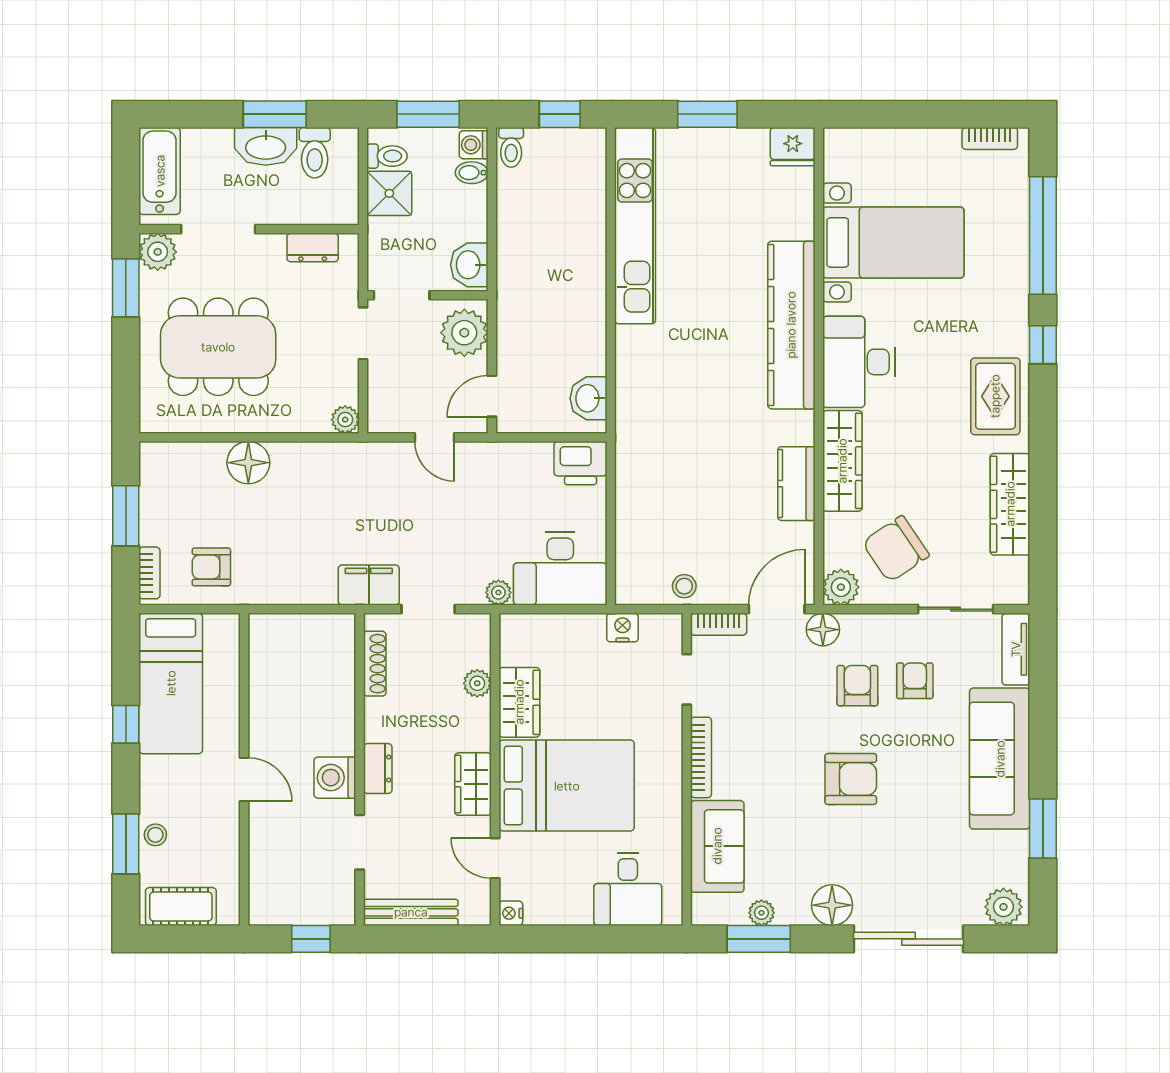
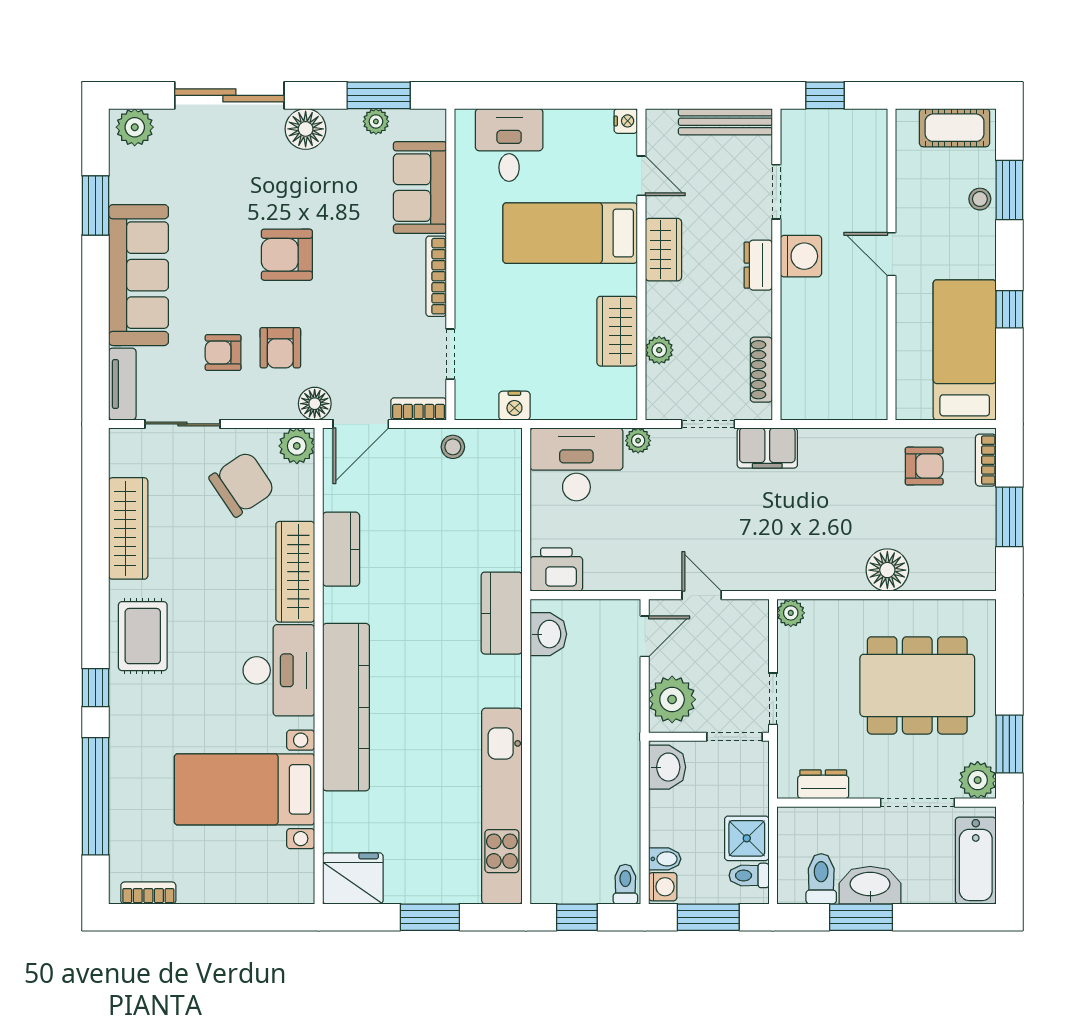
fridge: (793, 147) -> (353, 878), width x1.36, depth x1.34
kitchen counter: (635, 419) -> (502, 613), added
armchair: (915, 681) -> (223, 353), turned 90
bed: (567, 786) -> (570, 233), width x0.67

